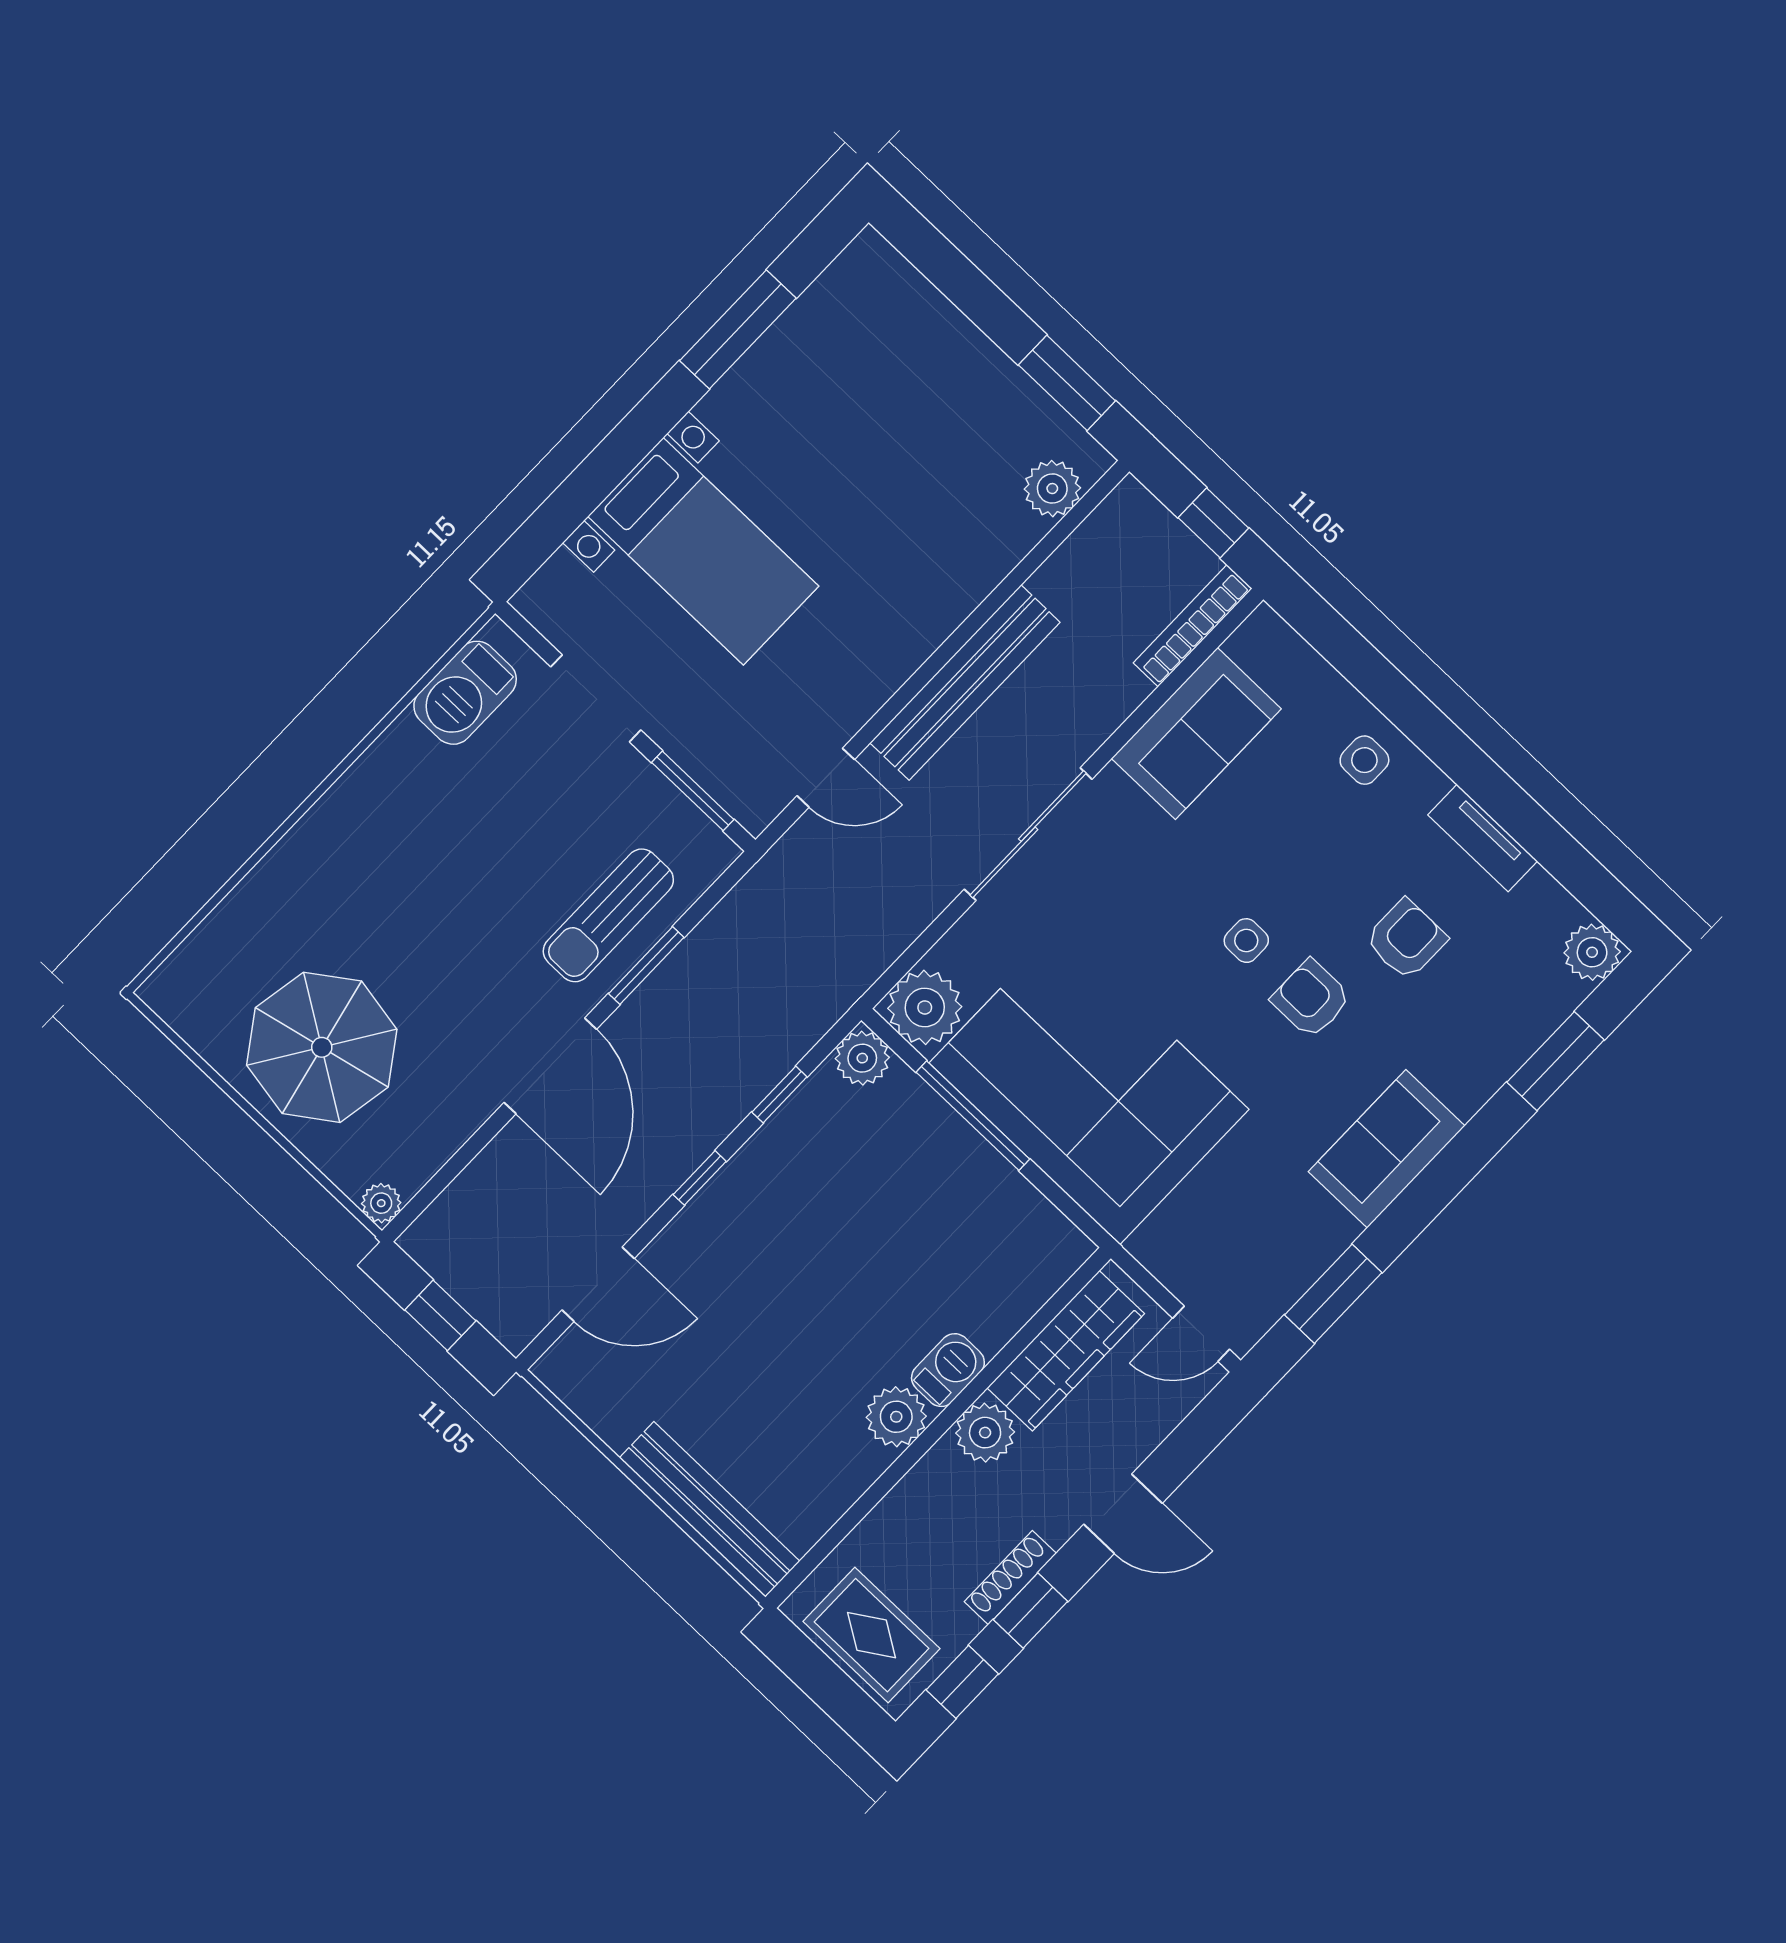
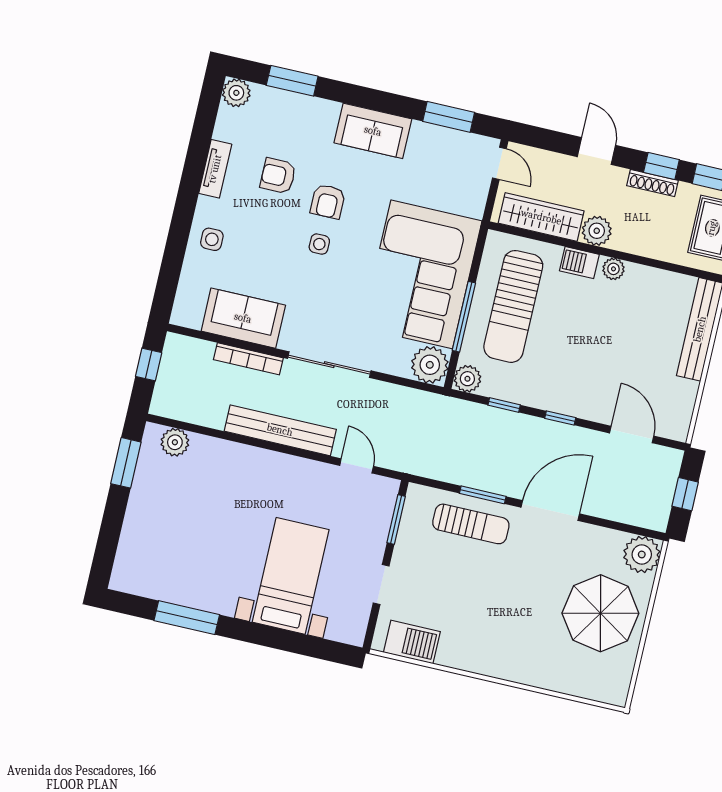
bookcase: (1193, 626) -> (248, 359), moved
doorway: (596, 698) -> (381, 585), width x0.73
plant: (381, 1203) -> (642, 554), width x1.87, depth x1.87
sun lounger: (940, 1211) -> (513, 306), added
plant: (896, 1417) -> (613, 269), width x0.73, depth x0.73

